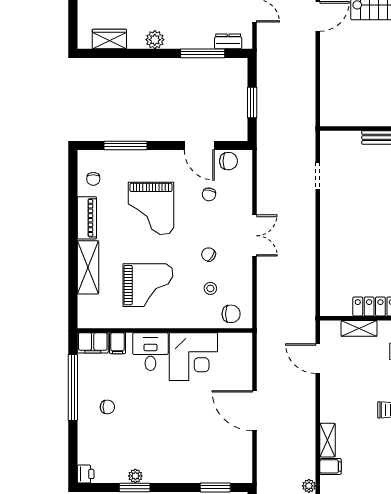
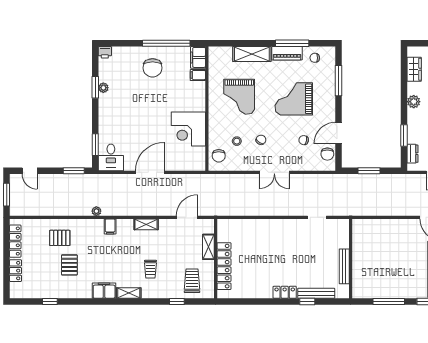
window: (203, 53) -> (404, 136), width x0.69
window: (73, 211) -> (292, 43), added
desk: (150, 352) -> (111, 157), moved, turned 90
chair: (107, 407) -> (153, 68), width x1.87, depth x1.87
shelving: (327, 440) -> (146, 224), moved

